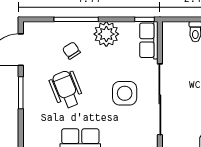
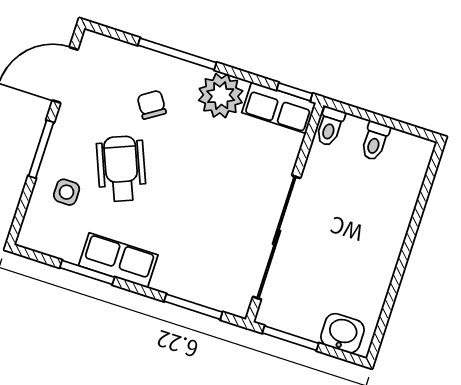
toilet: (169, 32) -> (330, 127), added
row of seats: (149, 40) -> (279, 108), moved, turned -90
side table: (125, 93) -> (67, 192), moved, width x0.54, depth x0.54

